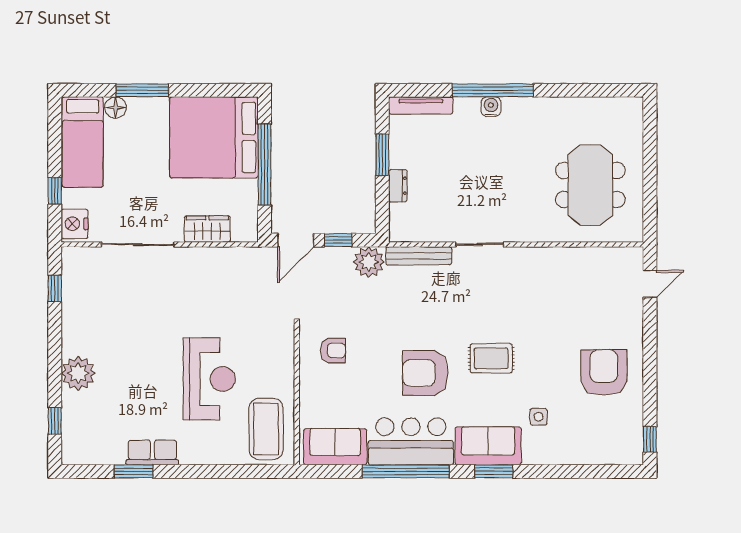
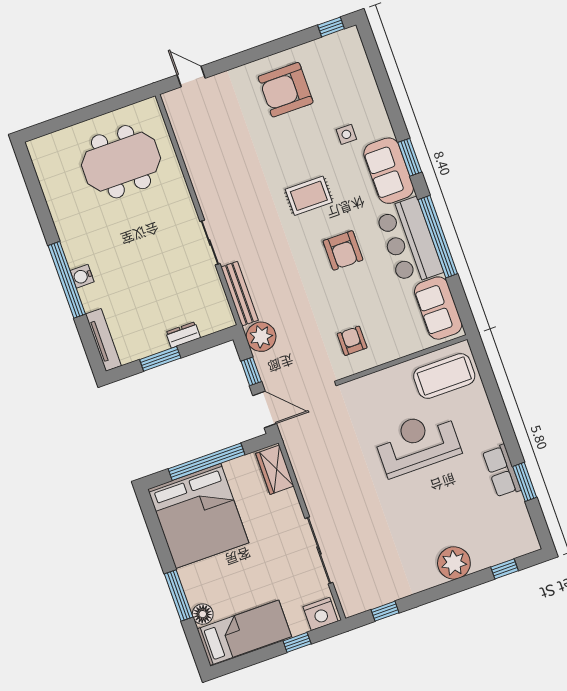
wardrobe: (207, 229) -> (275, 470), moved
rug: (491, 358) -> (309, 196), turned 90
armchair: (425, 373) -> (343, 250), width x0.73, depth x0.73

